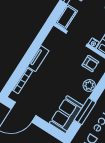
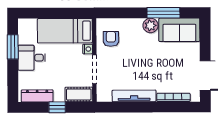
tv unit: (38, 59) -> (134, 96), width x1.41
plant: (89, 85) -> (150, 25), moved

